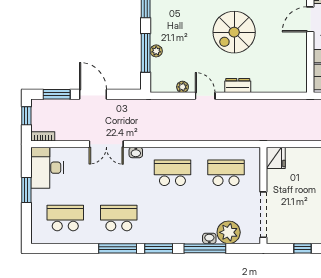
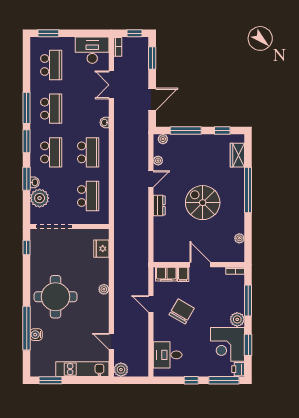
door: (310, 19) -> (200, 265), moved
plant: (156, 51) -> (163, 139), moved
door: (93, 94) -> (152, 99), moved
double door: (106, 144) -> (111, 85), moved
fridge: (276, 158) -> (101, 249), moved, turned 90
window: (26, 190) -> (48, 33), moved
school desk: (172, 218) -> (51, 152), added
window: (205, 248) -> (27, 179), width x0.69
window: (302, 248) -> (27, 248), moved

